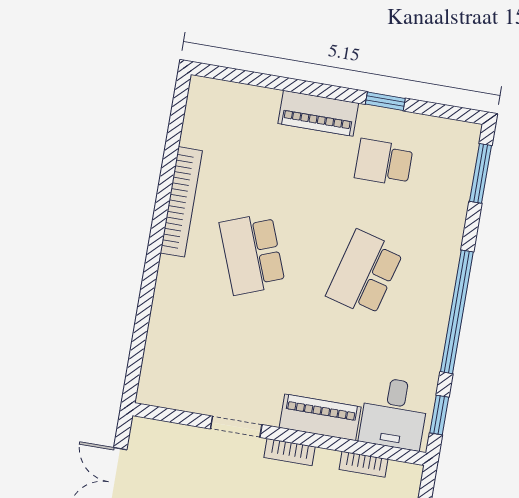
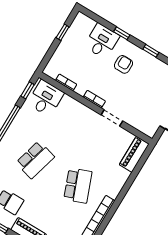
piano: (320, 417) -> (134, 154), moved, turned 90

